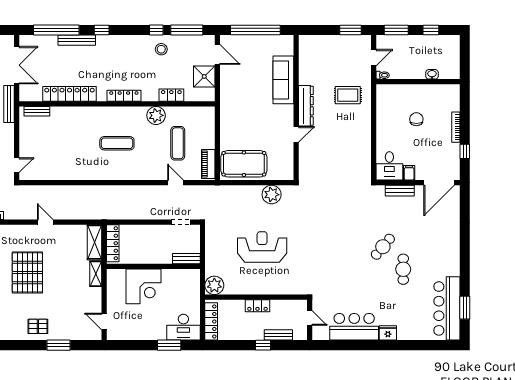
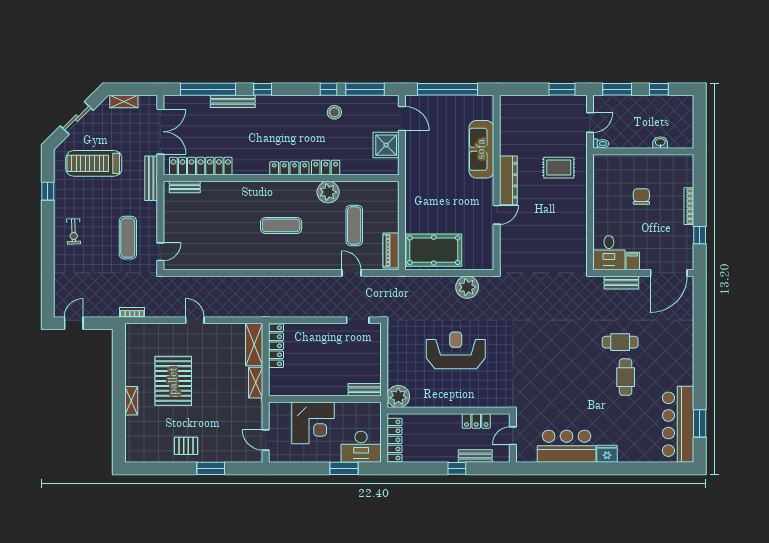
locker: (70, 94) -> (201, 166), moved
locker: (171, 95) -> (326, 168), moved
cafe table: (383, 247) -> (620, 342), moved, turned 50
bench: (186, 259) -> (365, 390), moved
wall: (153, 266) -> (325, 399), moved
corner desk: (143, 286) -> (313, 423), moved
locker: (257, 306) -> (476, 421), moved
door: (310, 318) -> (513, 436), swing flipped

